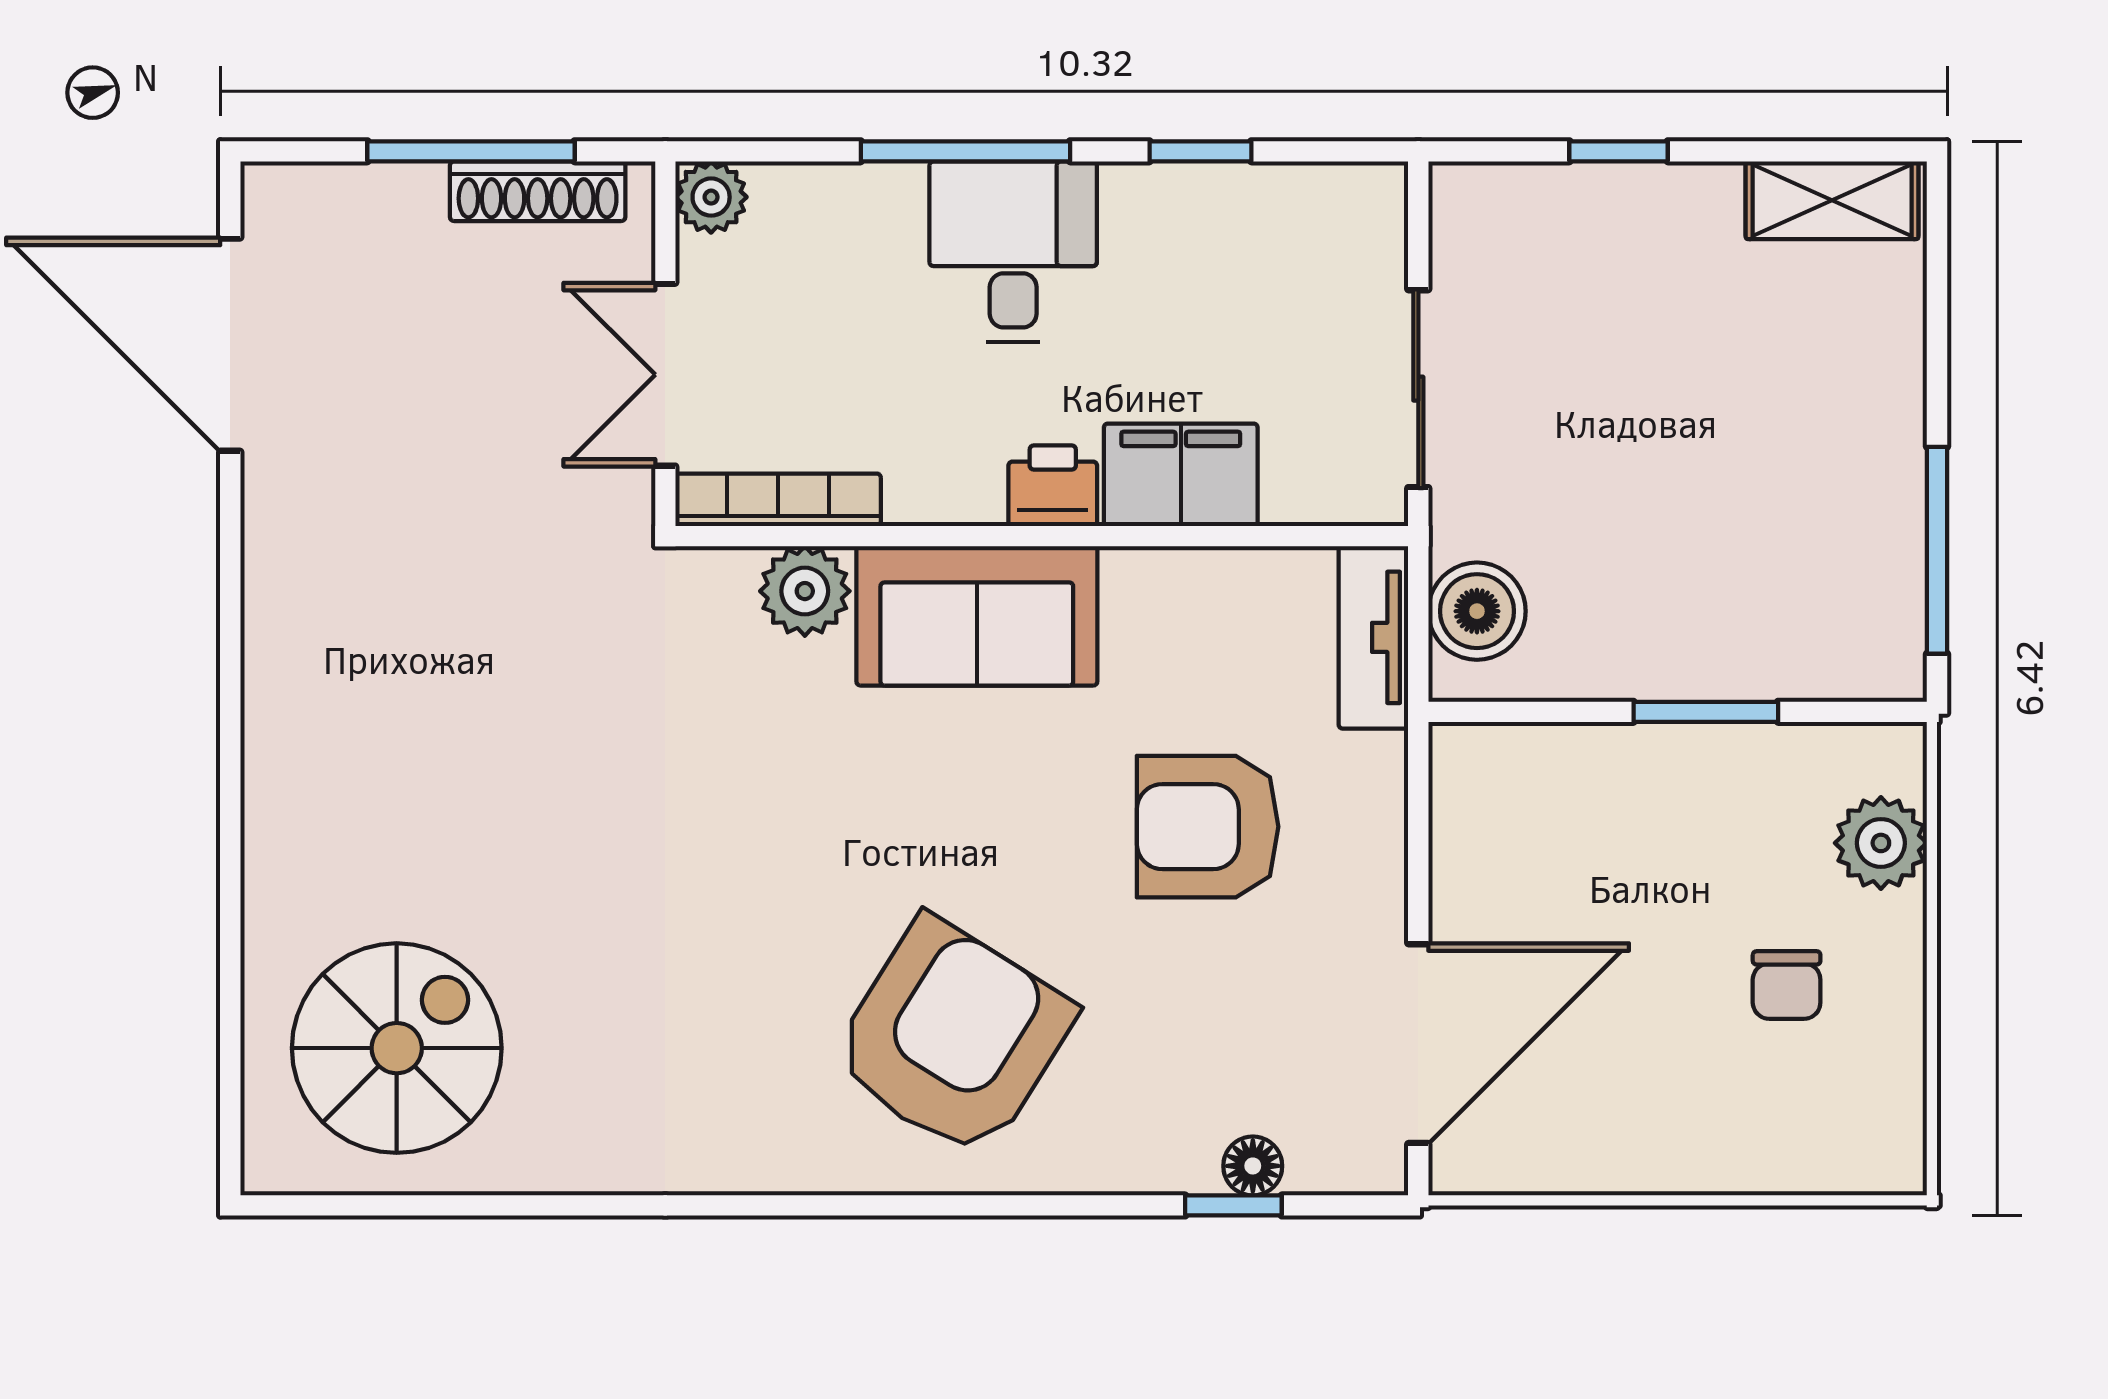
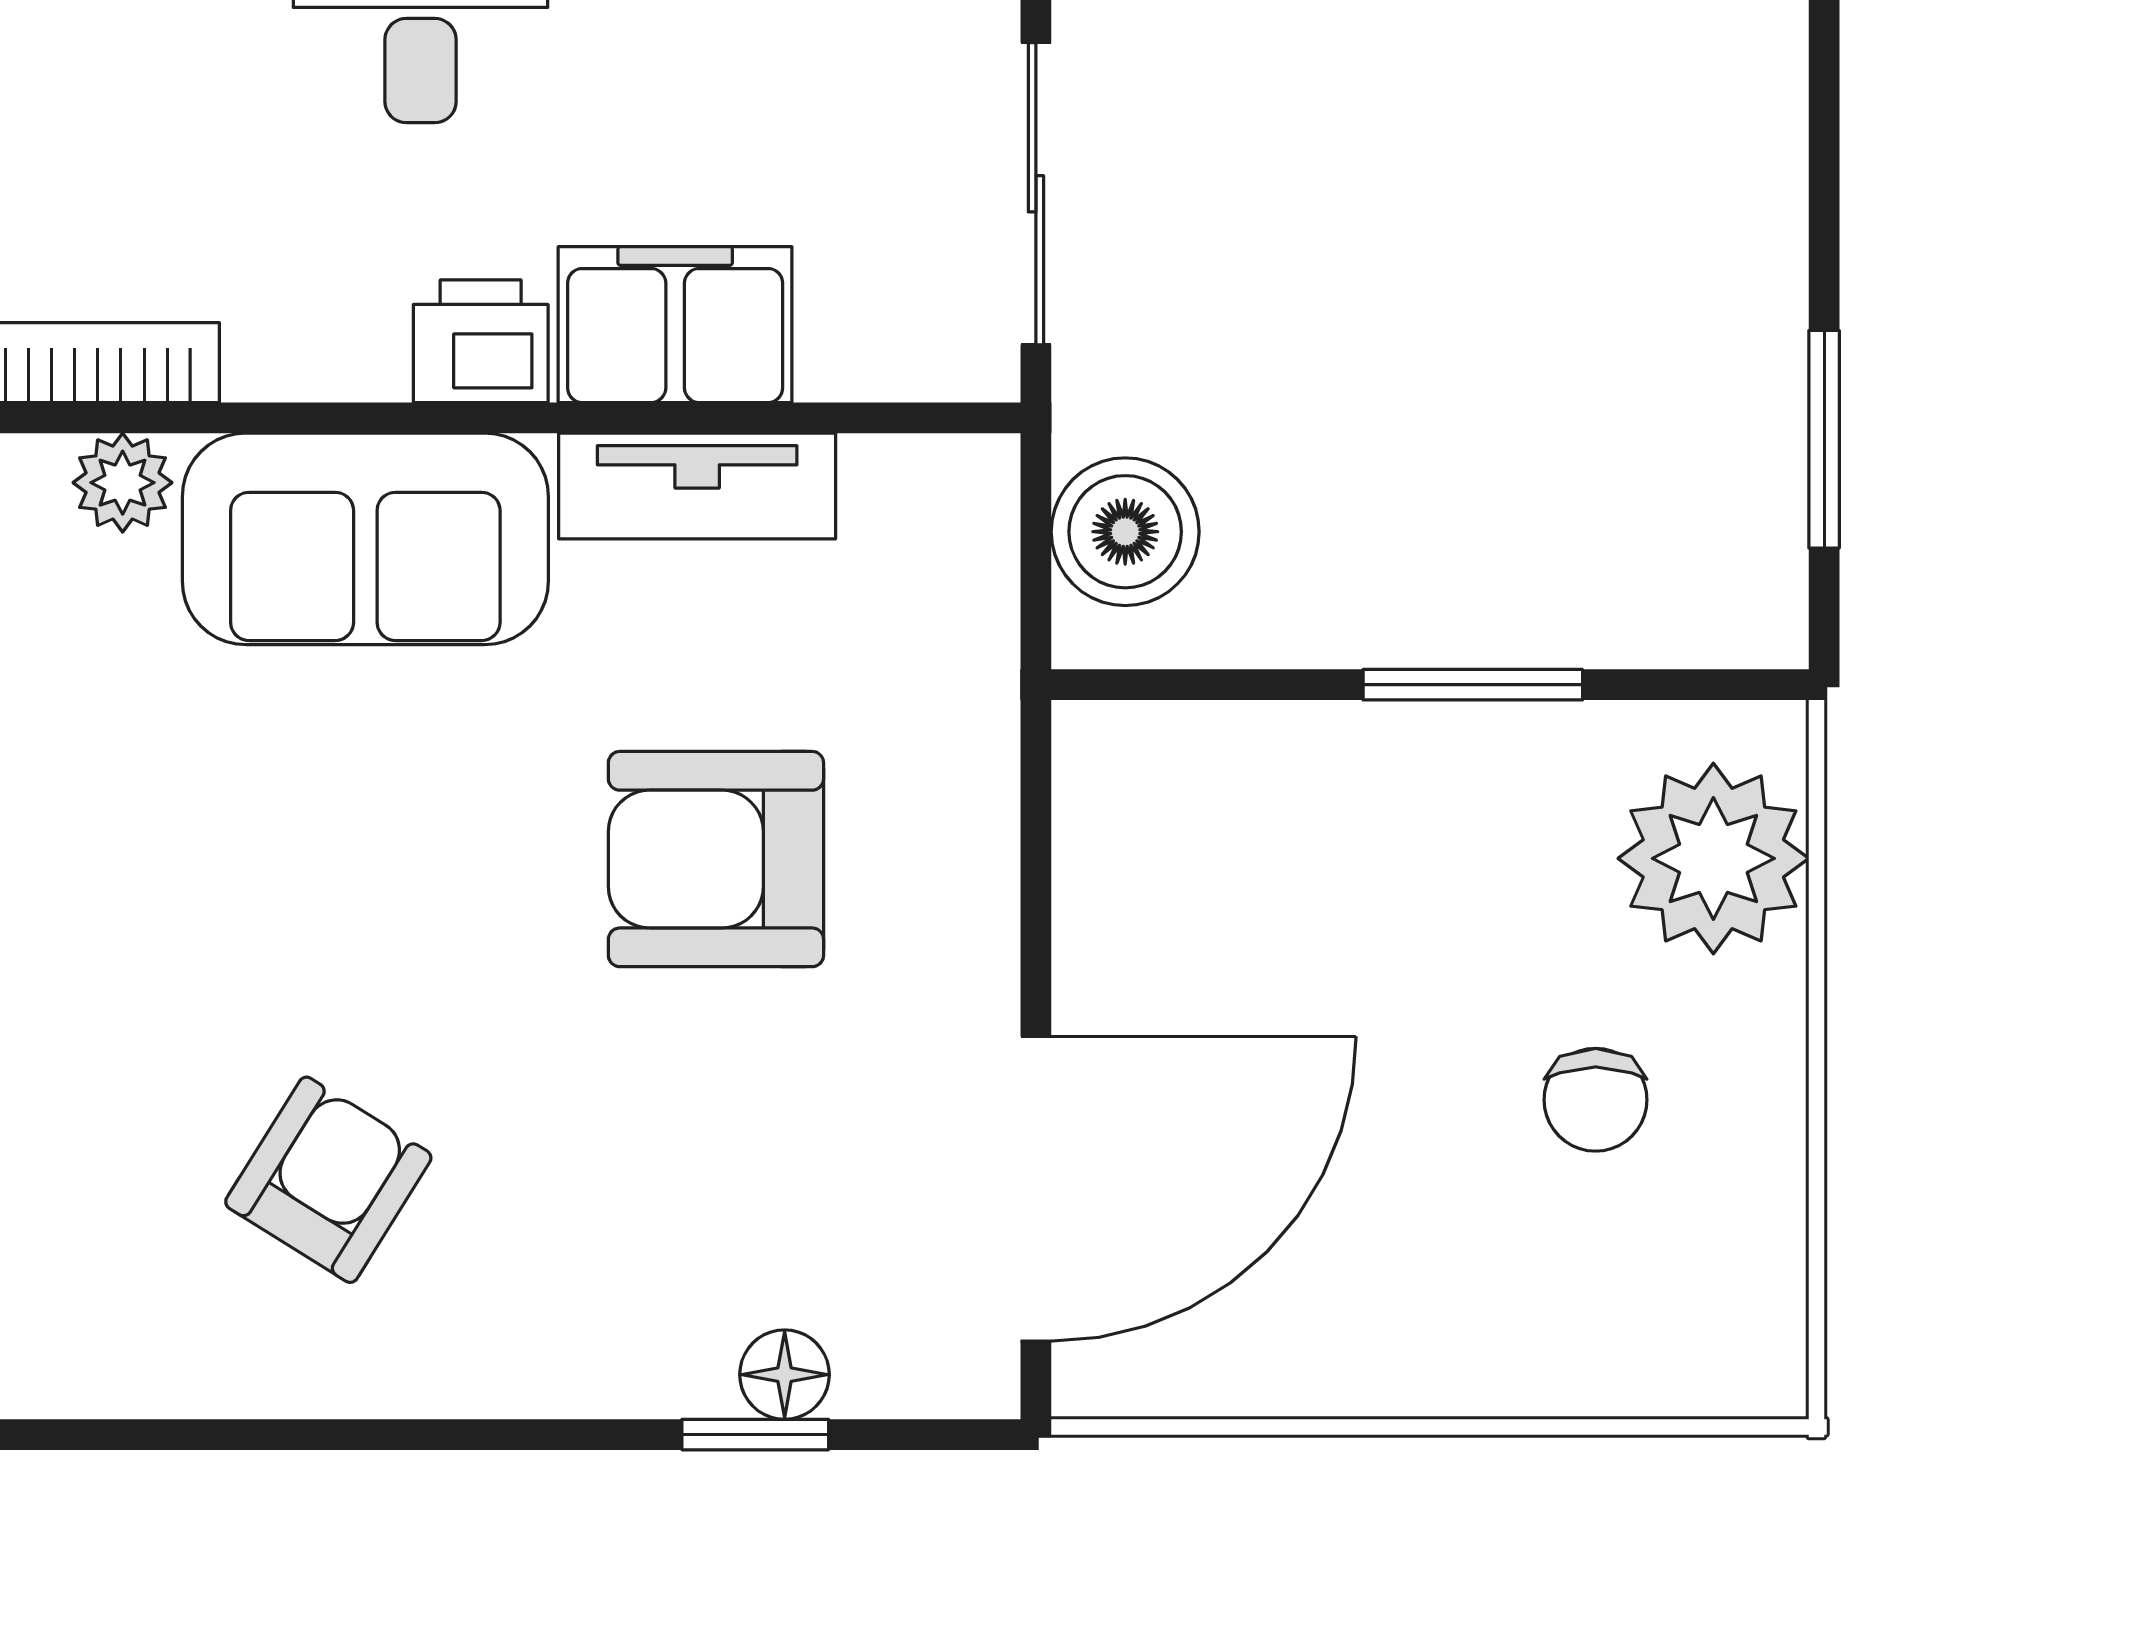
window: (1937, 550) -> (1824, 439), width x0.69
plant: (805, 591) -> (123, 483), width x0.73, depth x0.73
tv unit: (1373, 637) -> (697, 486), moved, turned -90
plant: (1881, 843) -> (1713, 858), width x1.36, depth x1.36
armchair: (952, 1038) -> (328, 1180), width x0.53, depth x0.53

